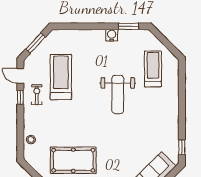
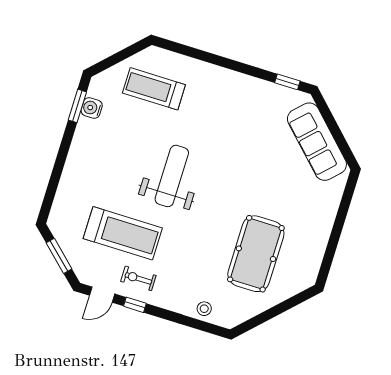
water cooler: (112, 35) -> (92, 108), moved
treadmill: (61, 77) -> (123, 233), turned 180
weight bench: (118, 95) -> (172, 176), moved, turned -90

